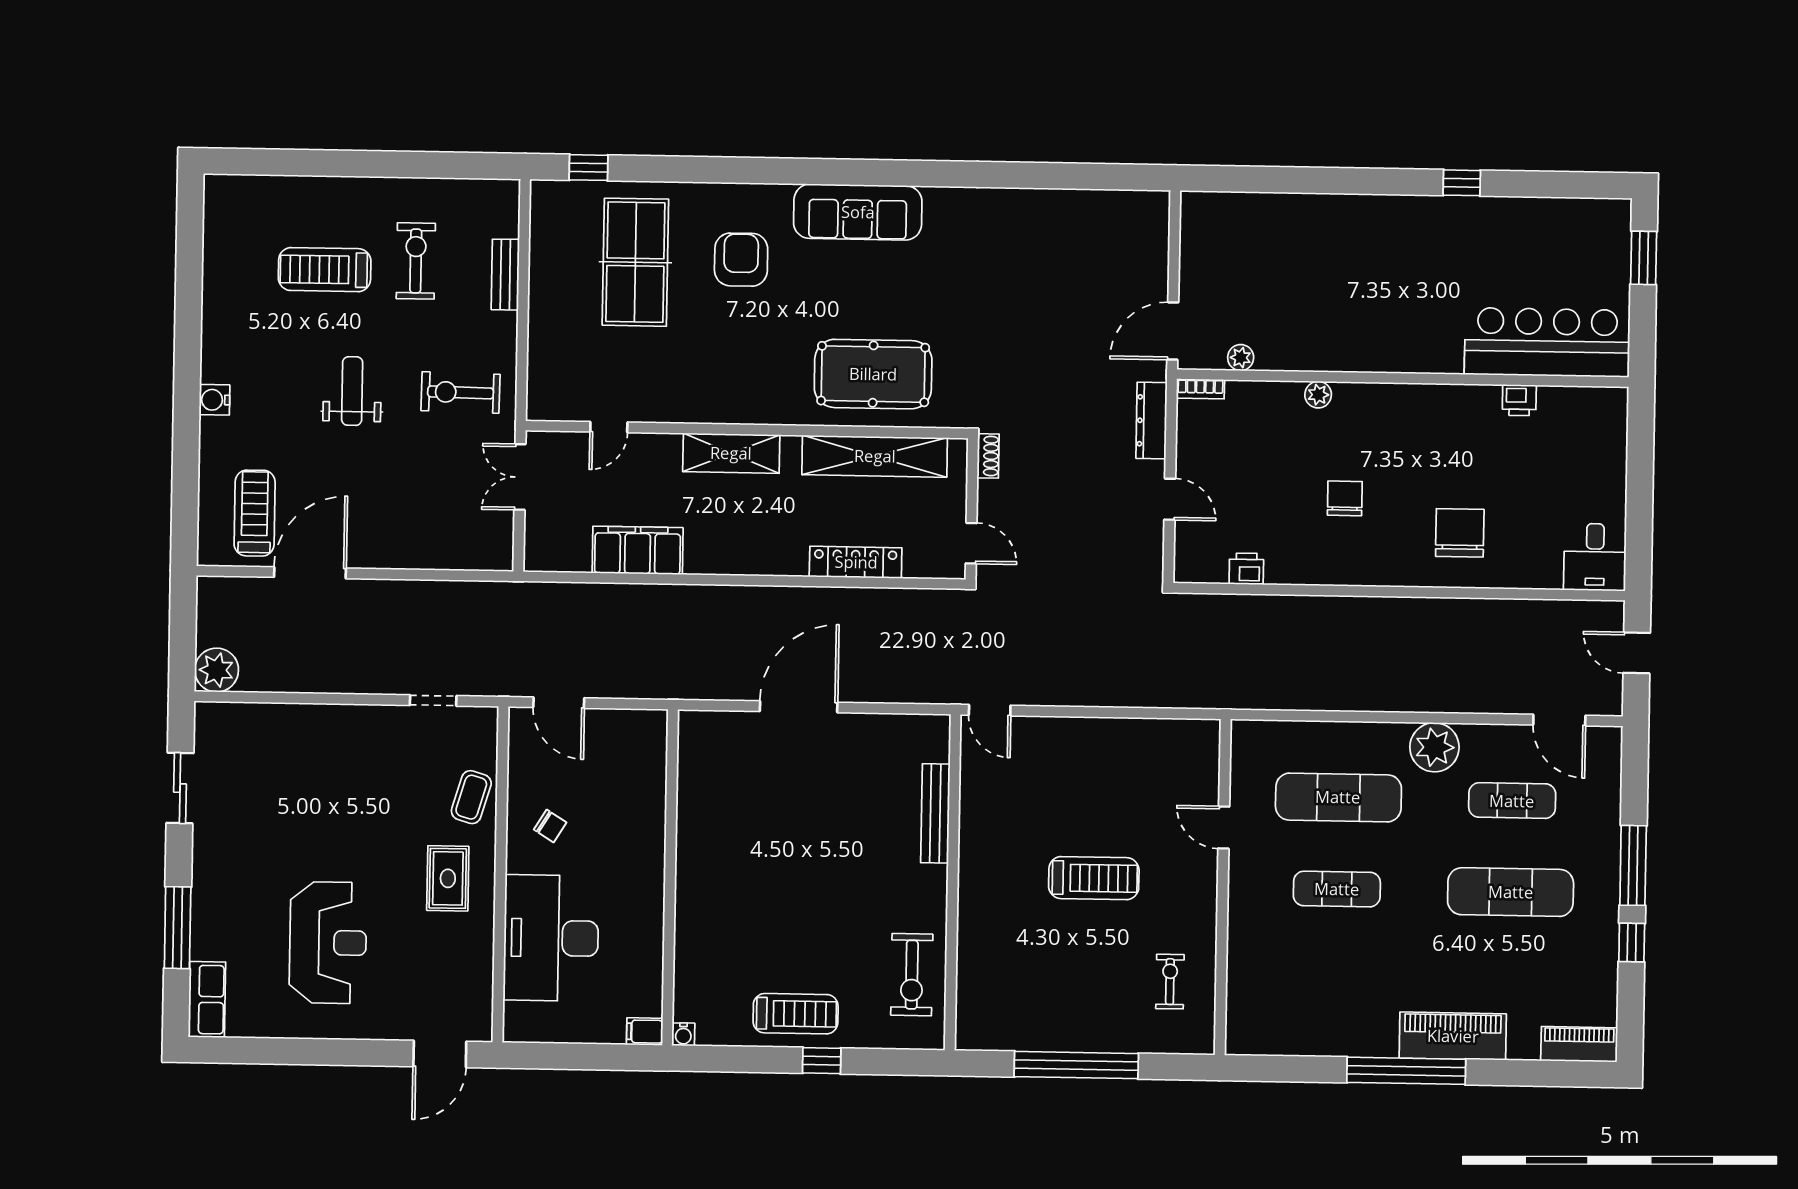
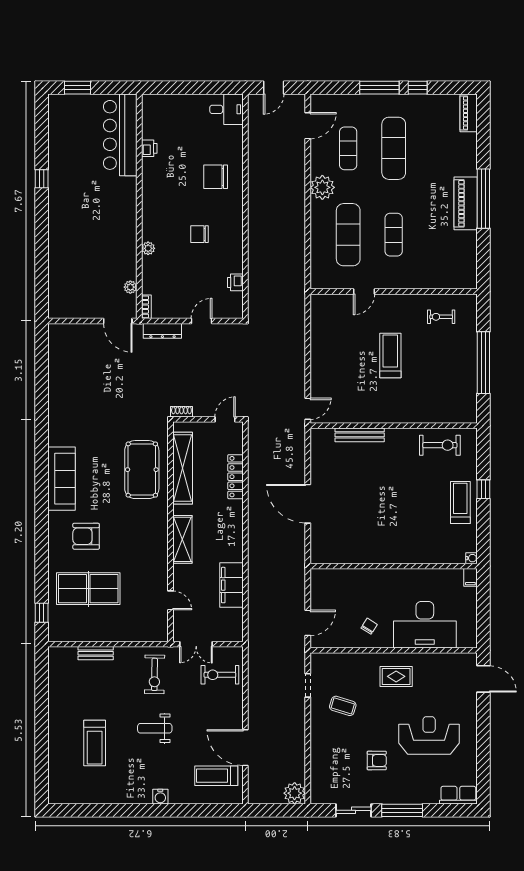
exercise bike: (416, 261) -> (220, 675), moved
coffee table: (471, 797) -> (343, 706), moved
armchair: (280, 836) -> (377, 760), added
window: (178, 928) -> (402, 810), moved
piano: (1453, 1036) -> (466, 203), moved

